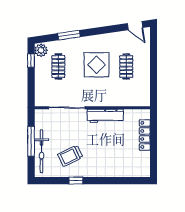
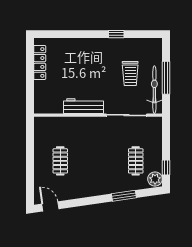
display table: (97, 65) -> (93, 163), removed
locker: (145, 135) -> (40, 62), moved
bicycle: (41, 151) -> (154, 90), moved
trolley: (70, 156) -> (130, 74), moved, turned 116

